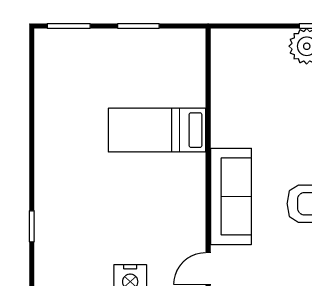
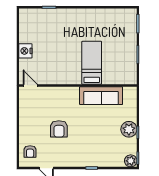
sofa: (231, 196) -> (101, 96), moved

